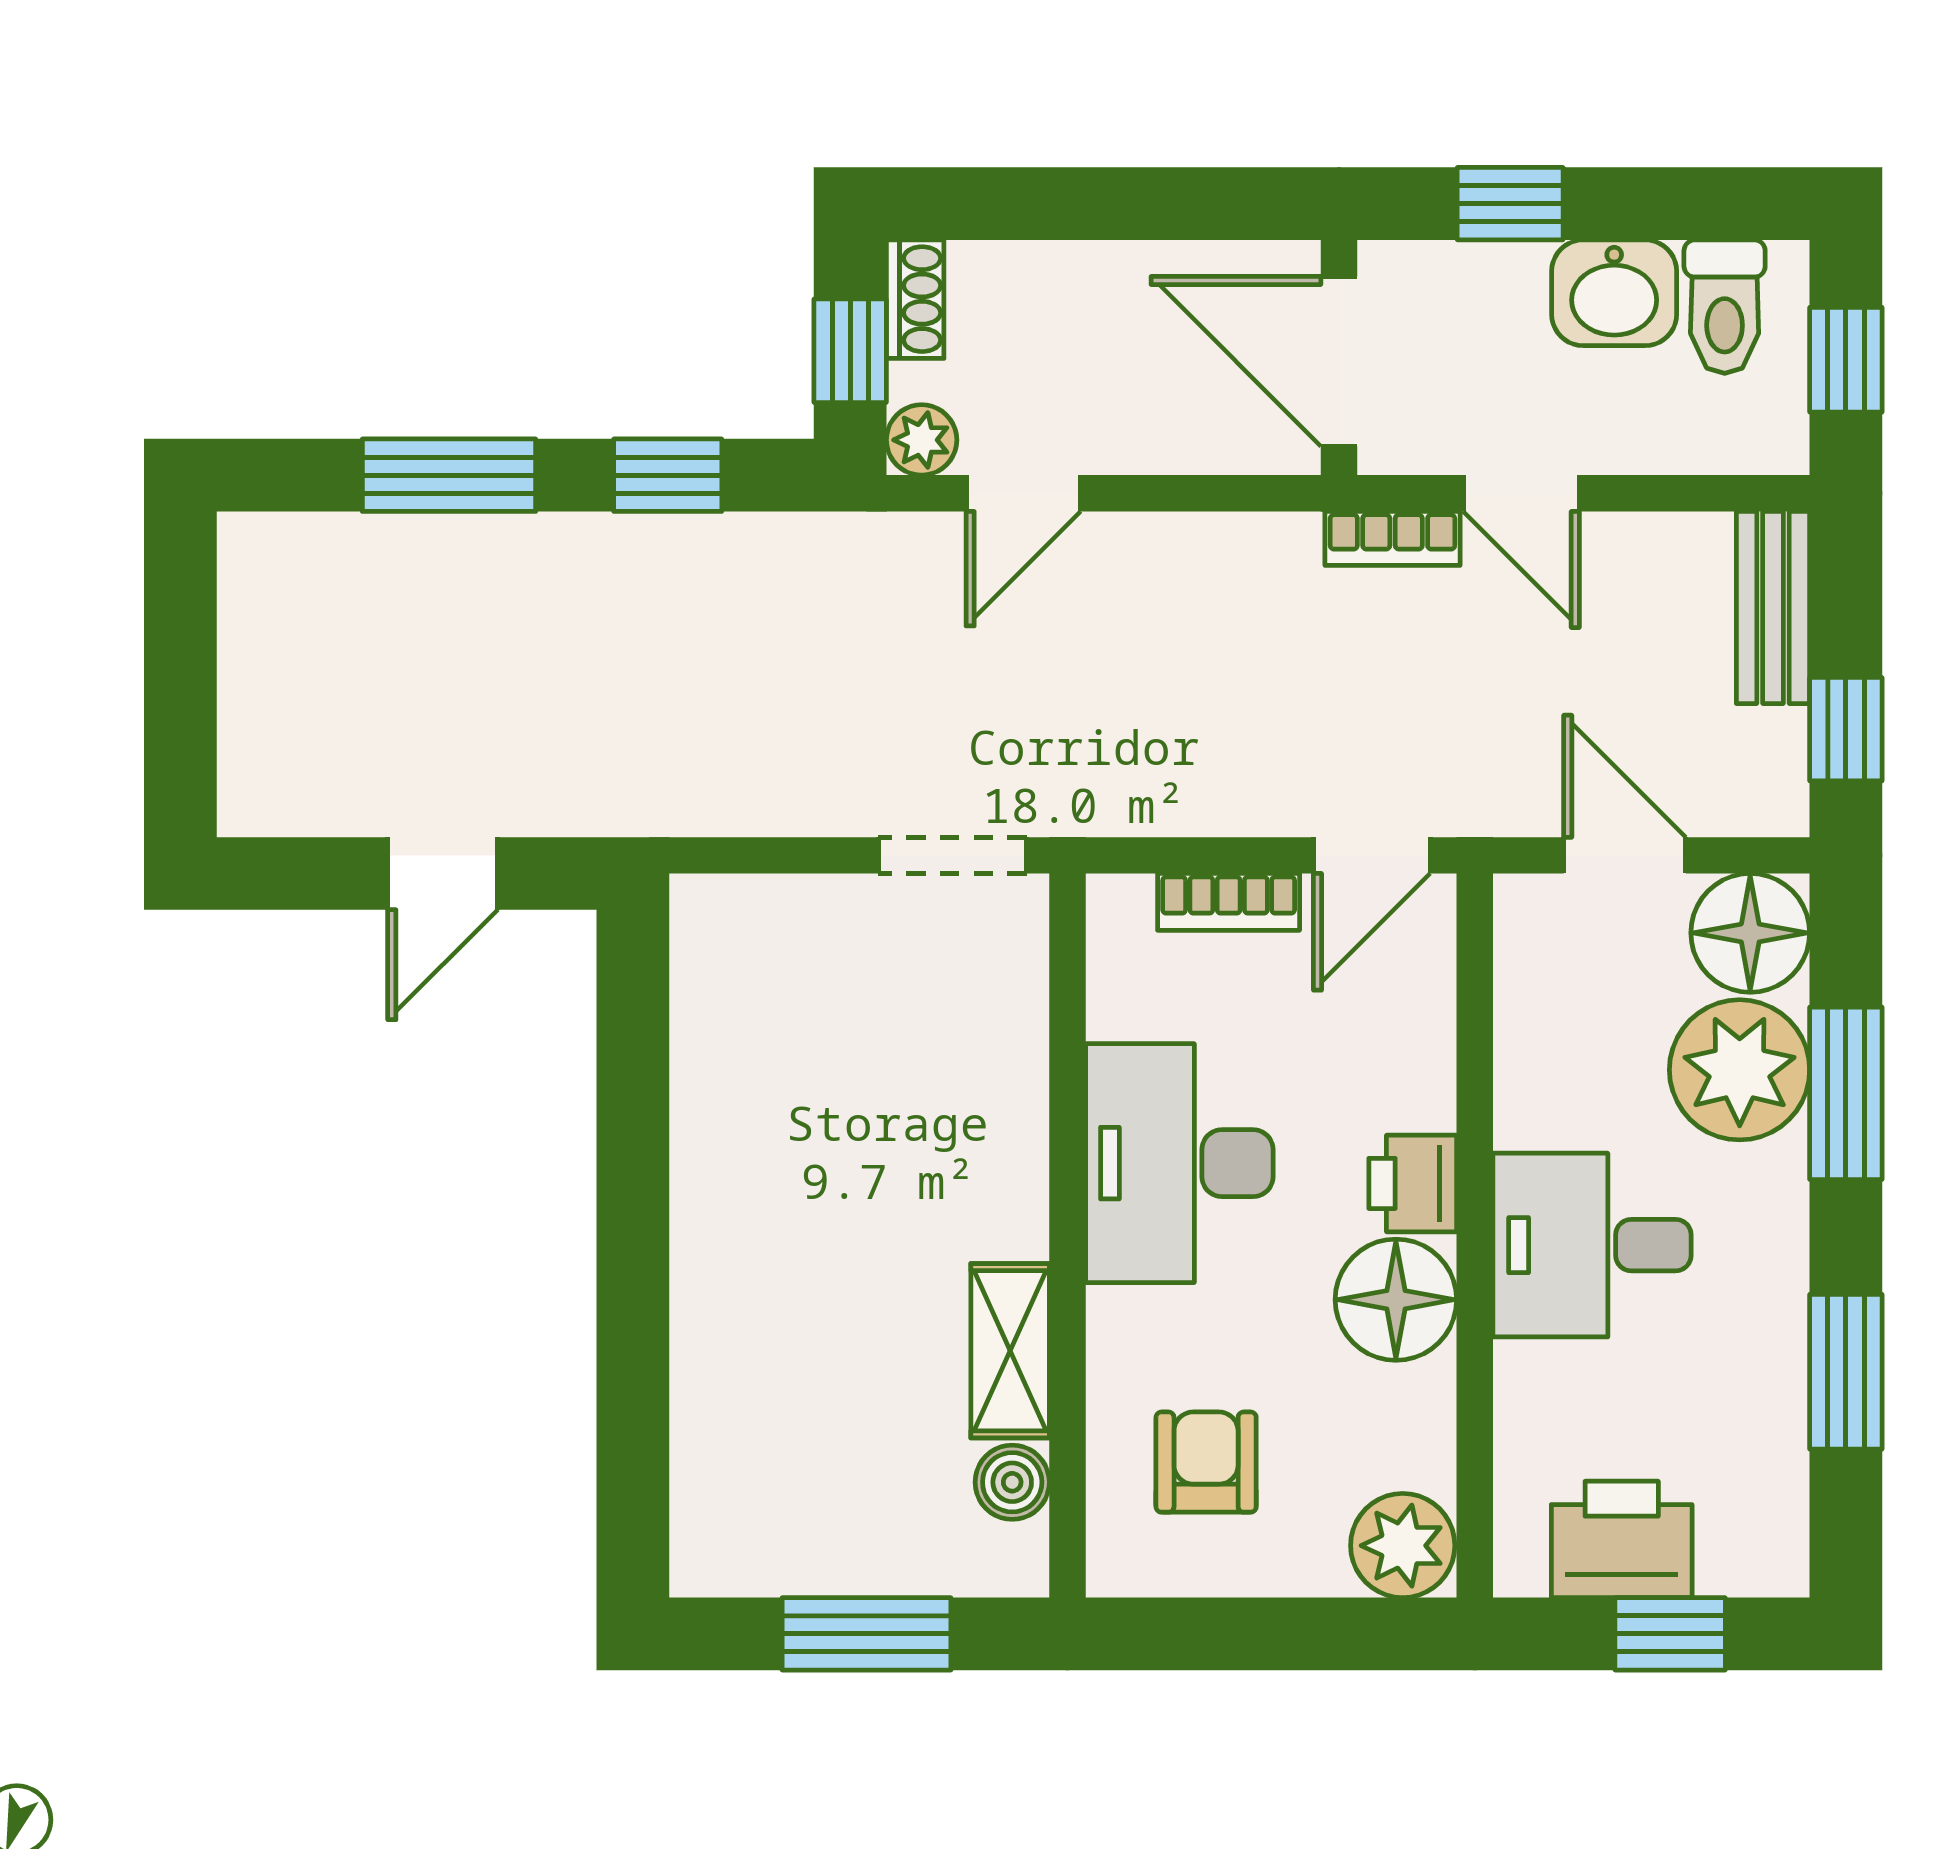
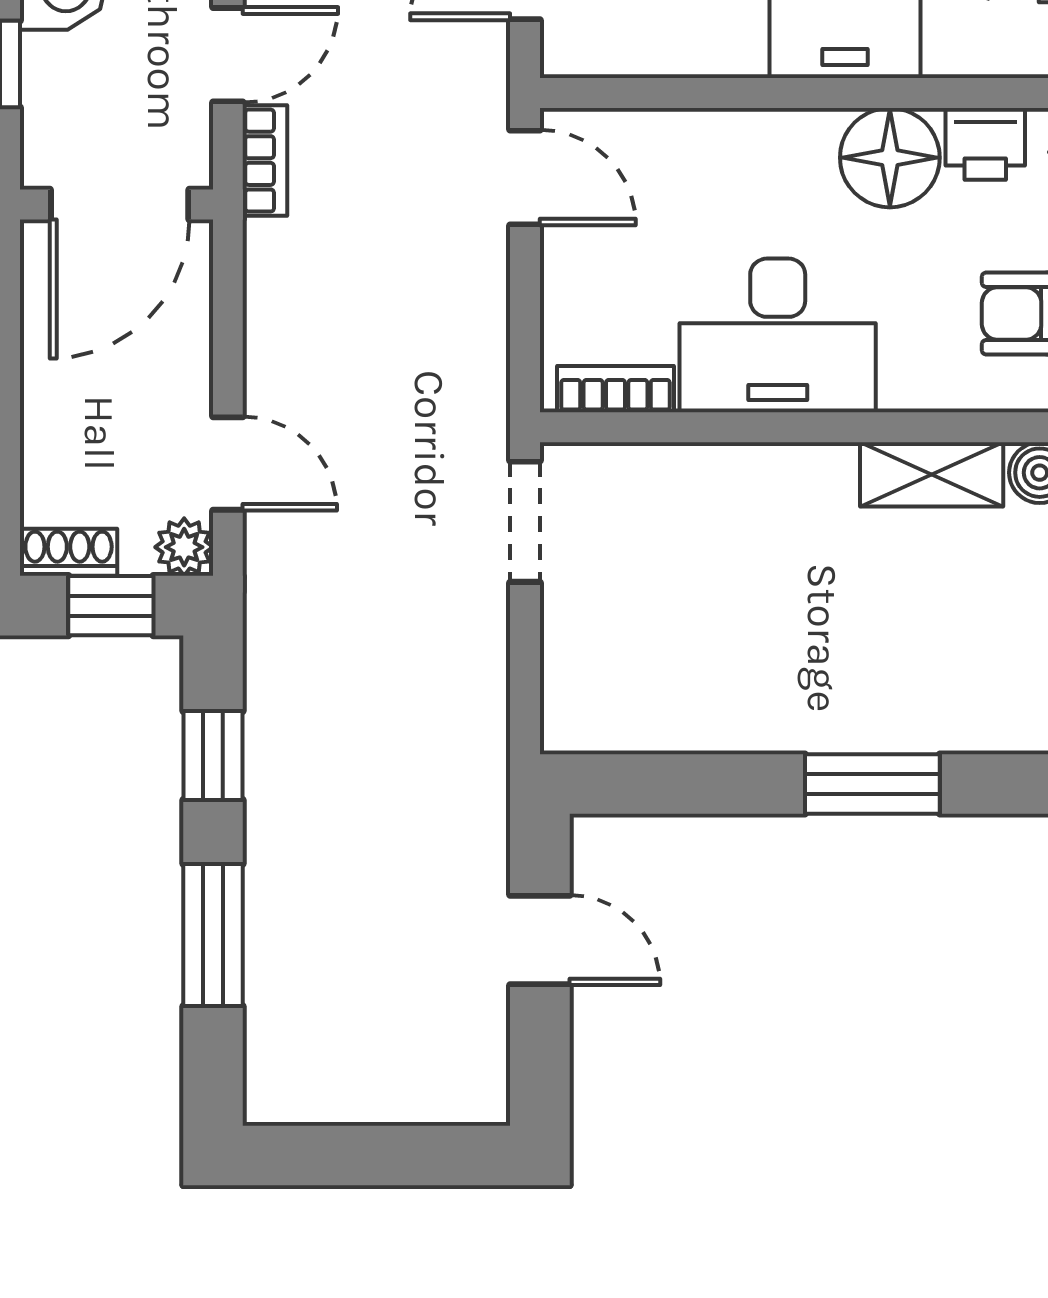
bookcase: (1229, 902) -> (615, 389), moved, turned -90
printer: (1413, 1183) -> (985, 144), moved
window: (633, 1279) -> (872, 784), added

